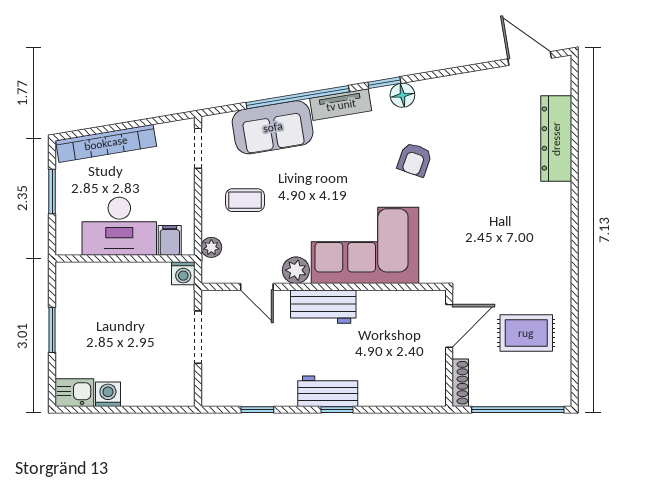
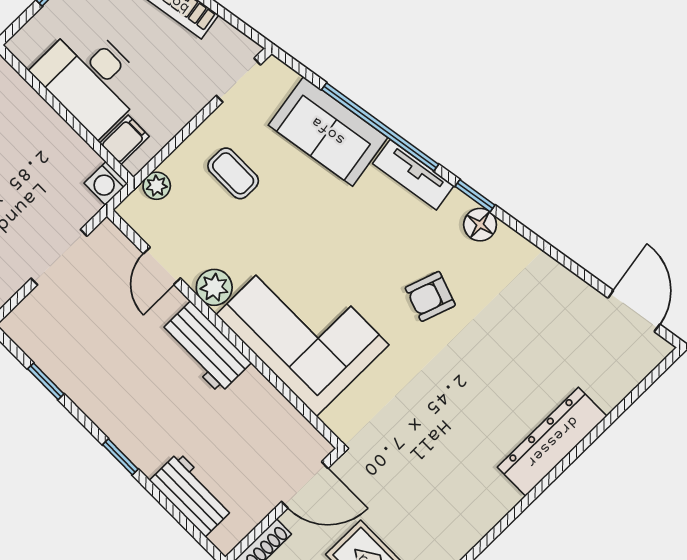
dresser: (556, 139) -> (552, 442), moved
workbench: (328, 391) -> (192, 494), moved

